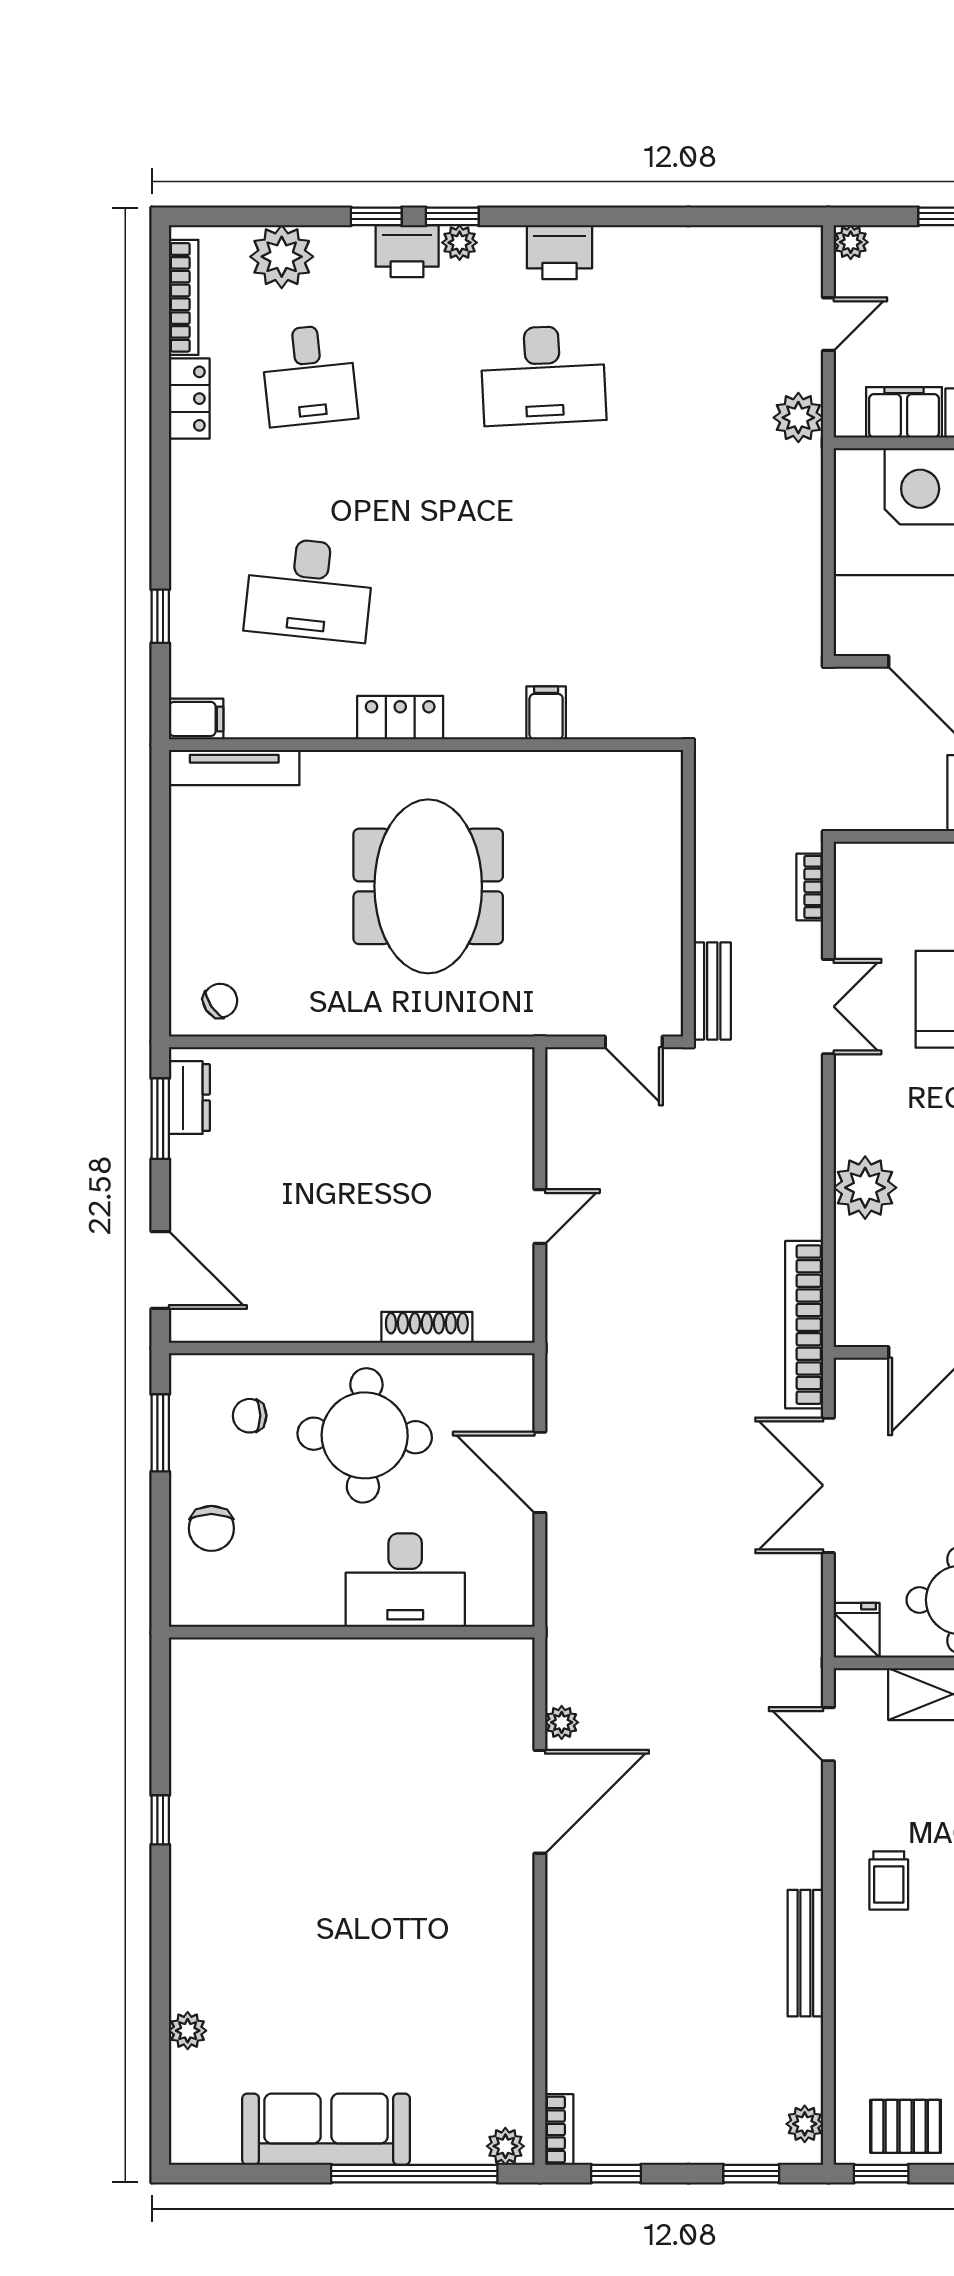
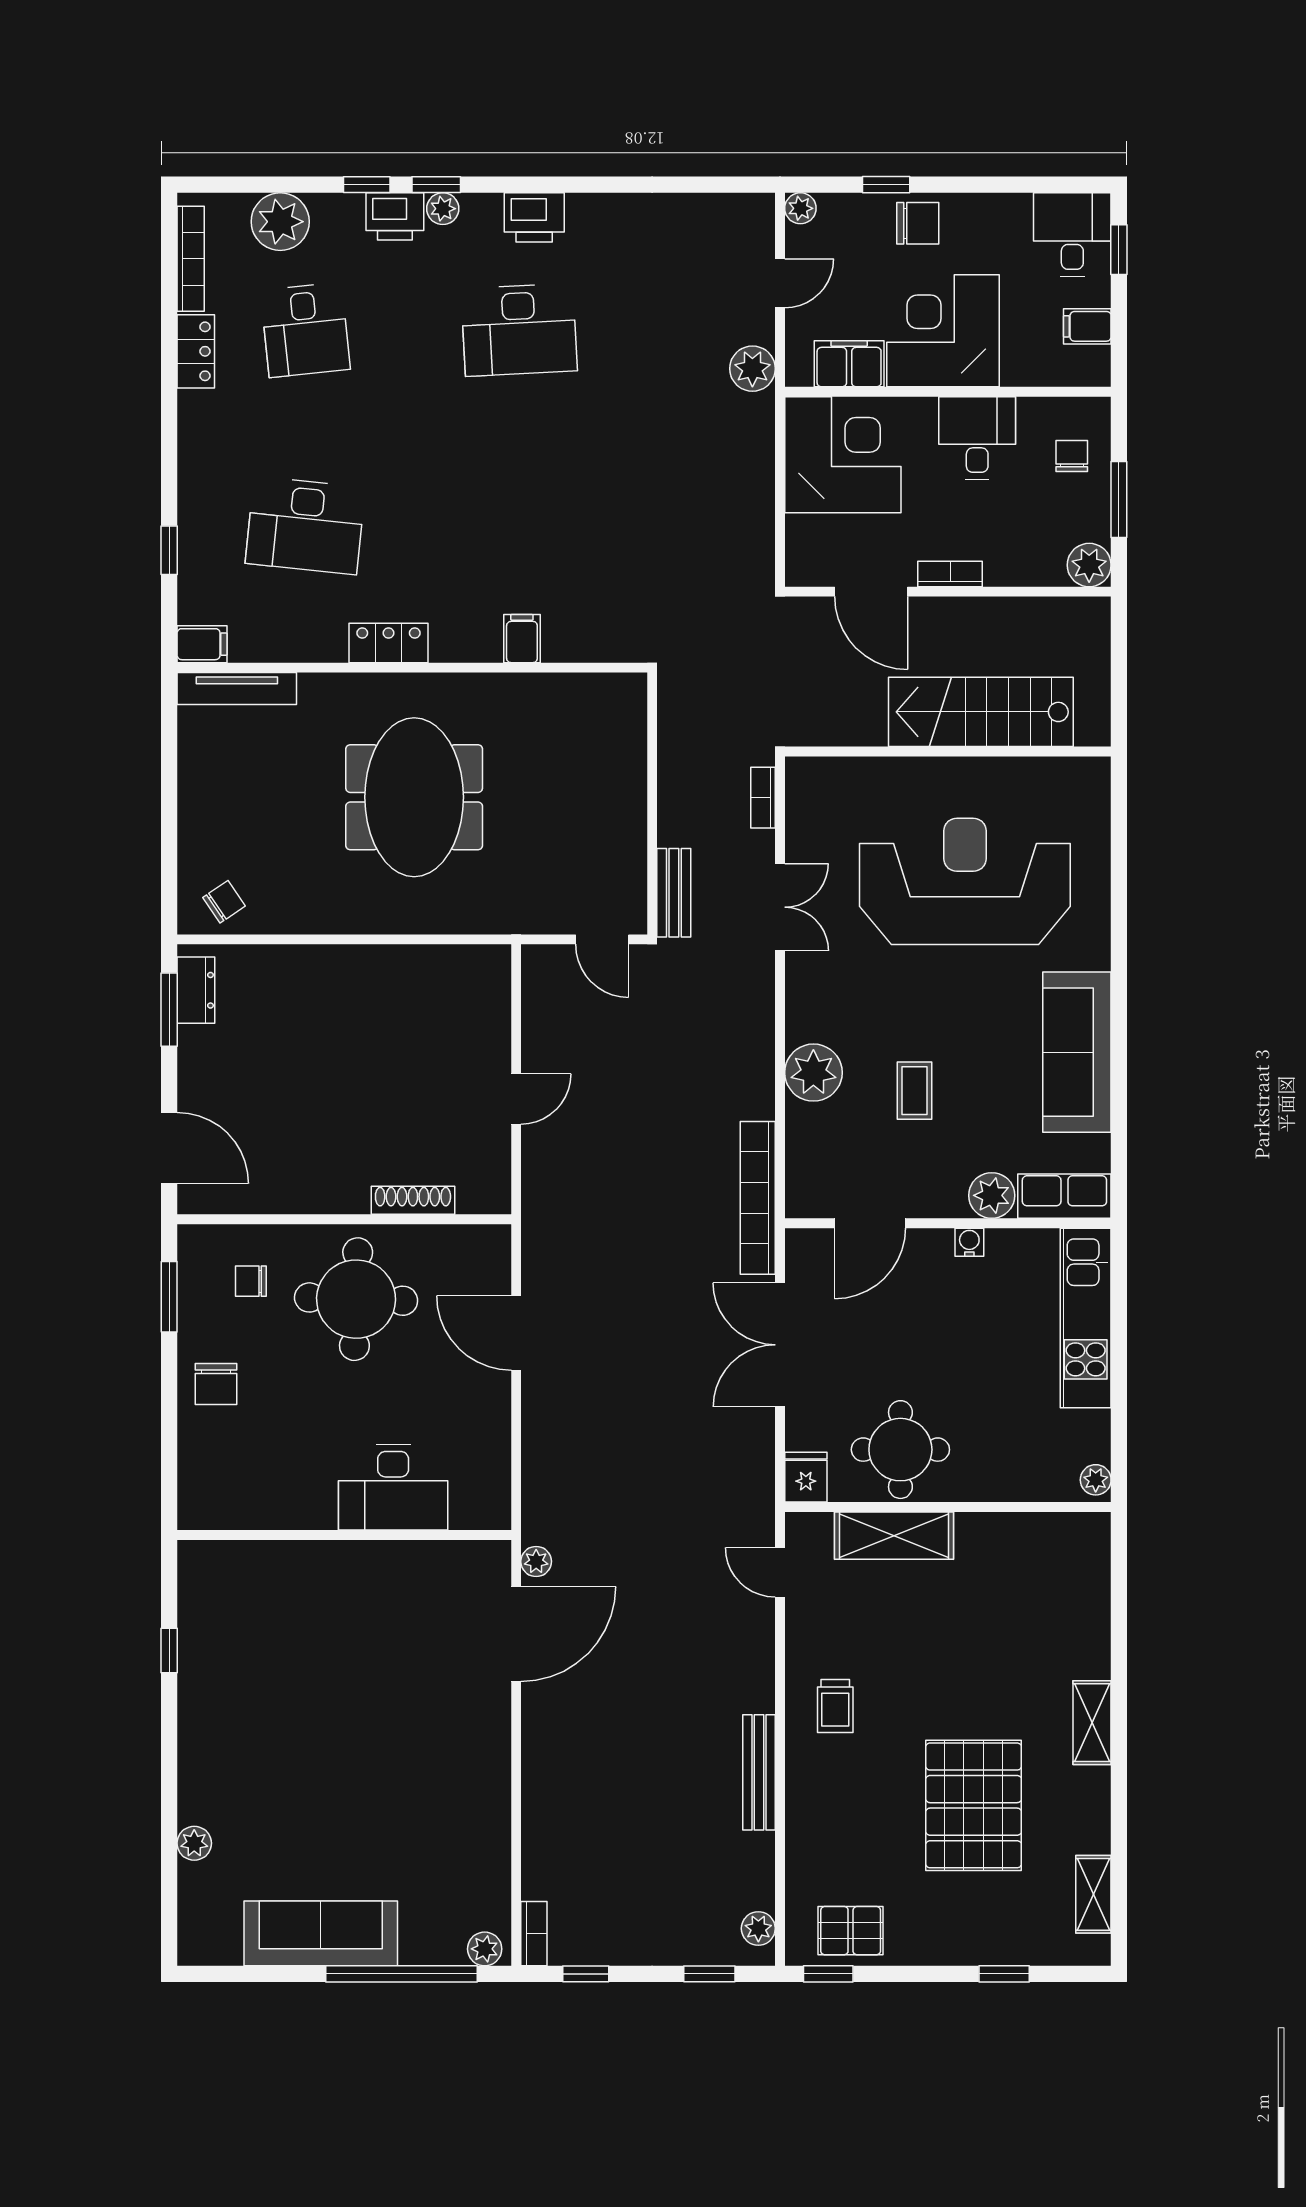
desk: (405, 1580) -> (393, 1487), moved
wall: (352, 1632) -> (344, 1535), moved

